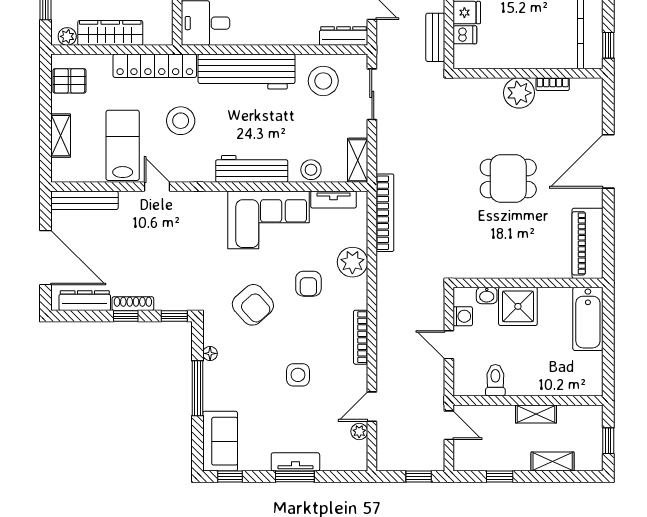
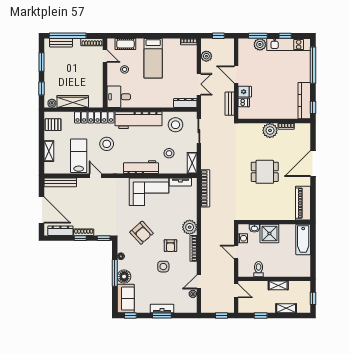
stool: (311, 170) -> (169, 153), moved
plant: (352, 262) -> (190, 227), moved
armchair: (308, 284) -> (170, 246), moved
floor lamp: (217, 396) -> (124, 277), added

